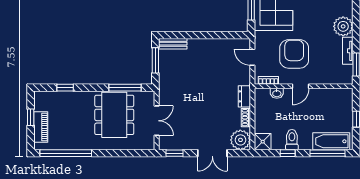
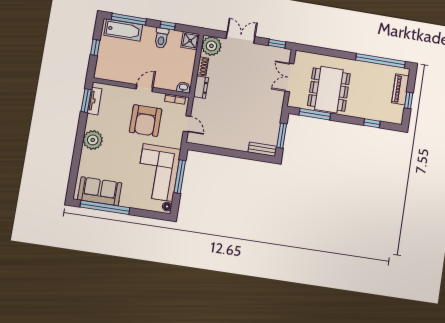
tv unit: (348, 51) -> (95, 101), moved
washbasin: (277, 93) -> (183, 87), moved

